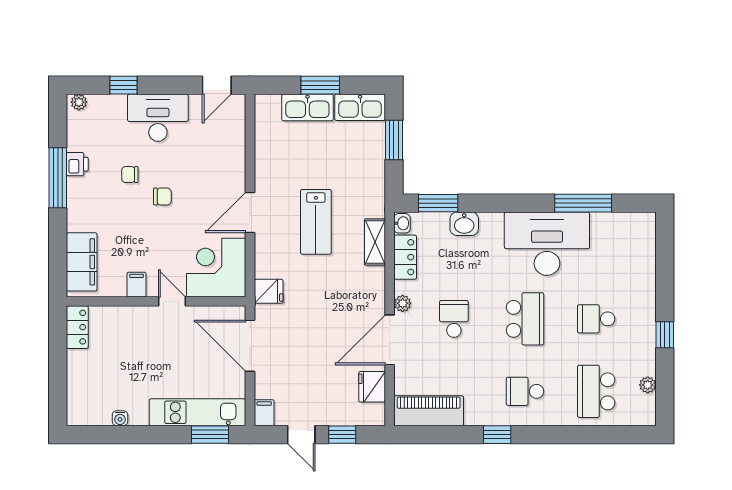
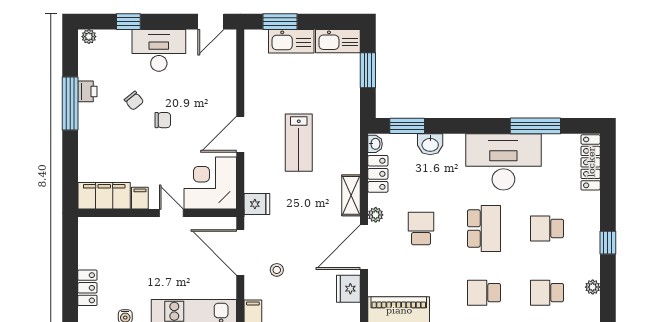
window: (320, 85) -> (280, 22), moved
chair: (130, 175) -> (134, 101), turned -129
shelving: (375, 242) -> (351, 195), moved
locker: (645, 244) -> (591, 162), added
filing cabinet: (82, 262) -> (104, 196), moved, turned -90
locker: (77, 327) -> (87, 288), moved
stool: (291, 366) -> (277, 270), added
school desk: (596, 391) -> (547, 293), width x0.54

